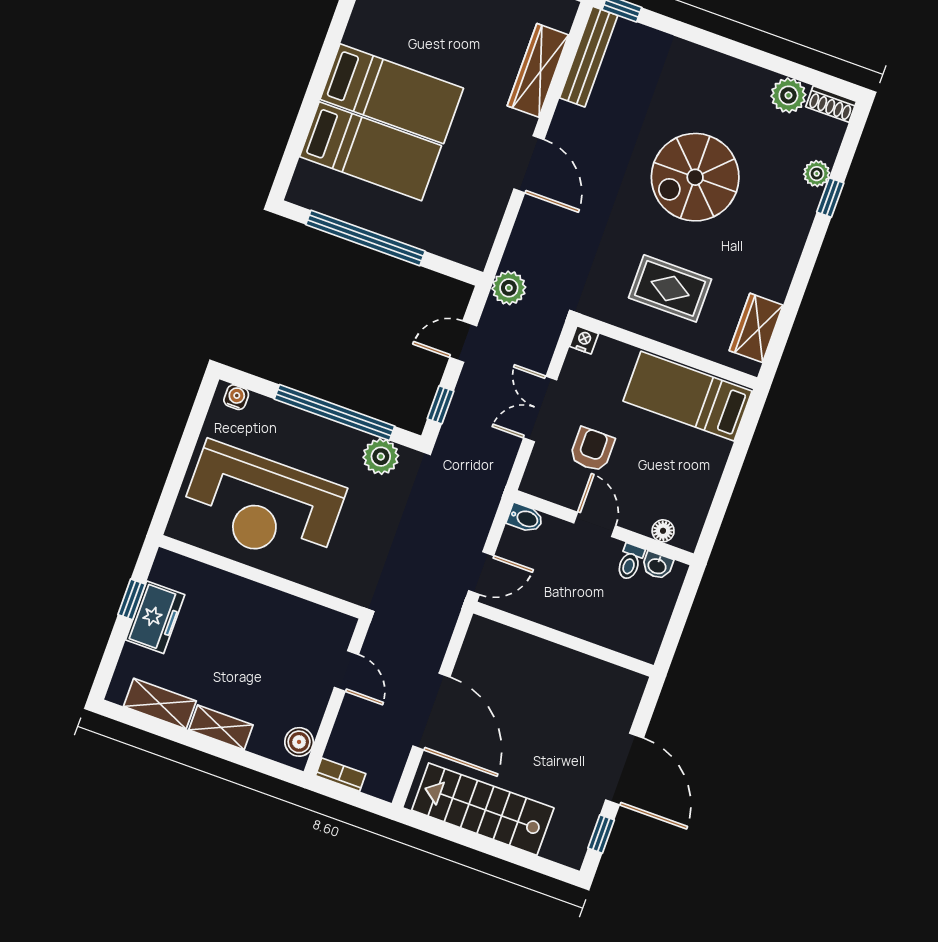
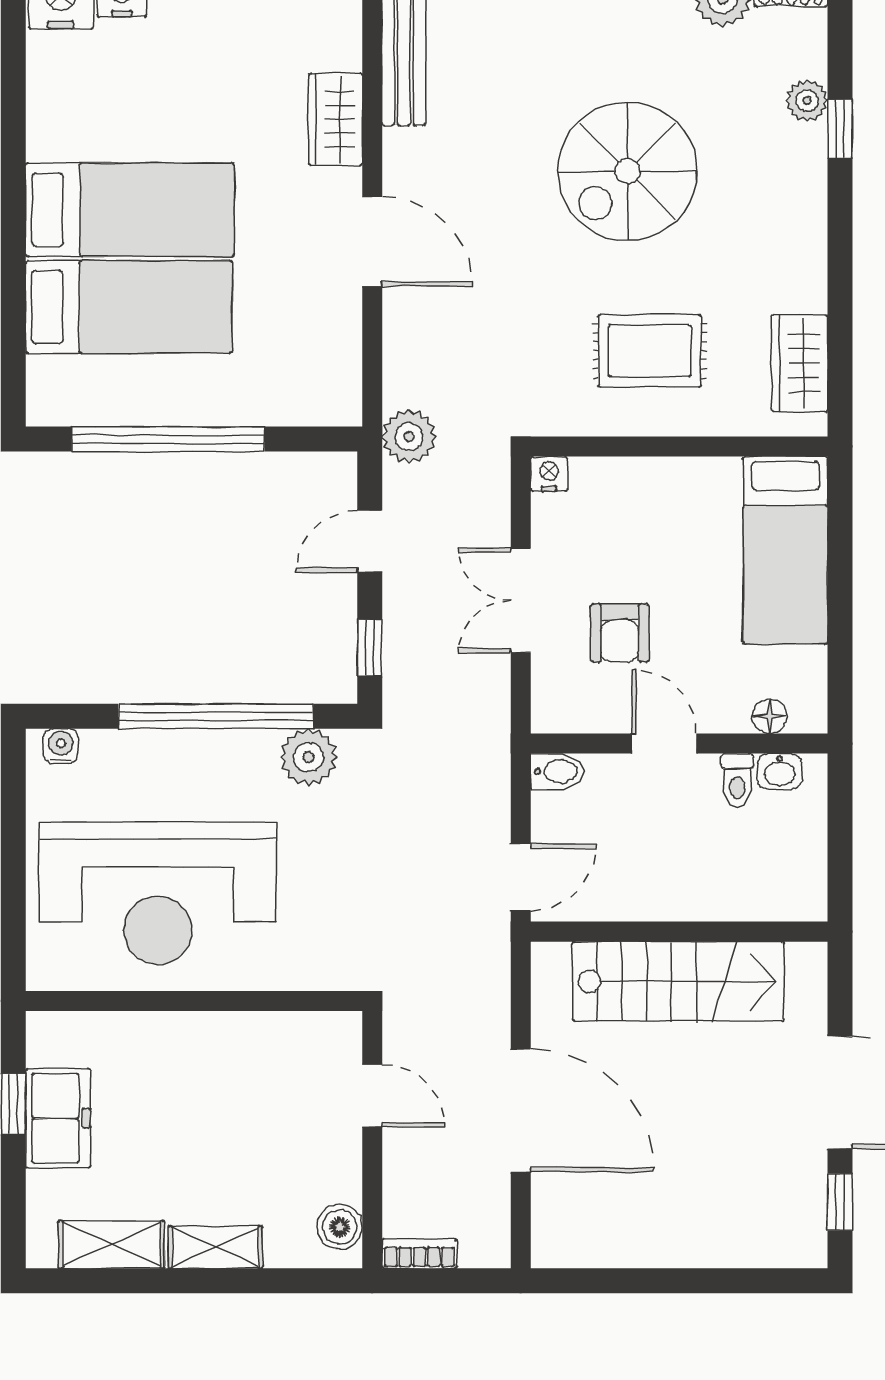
wardrobe: (538, 70) -> (335, 119), width x0.67
bed: (688, 396) -> (785, 550), moved, turned -90
armchair: (592, 449) -> (620, 633), turned 180
stairs: (483, 809) -> (678, 981), moved, turned 180

